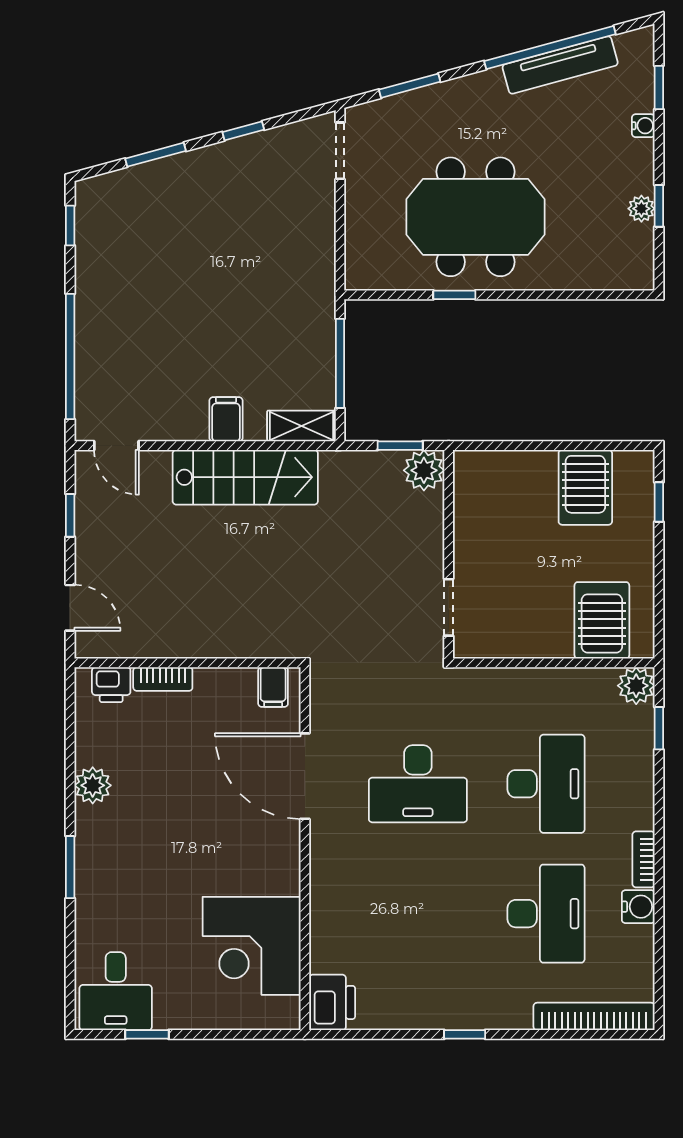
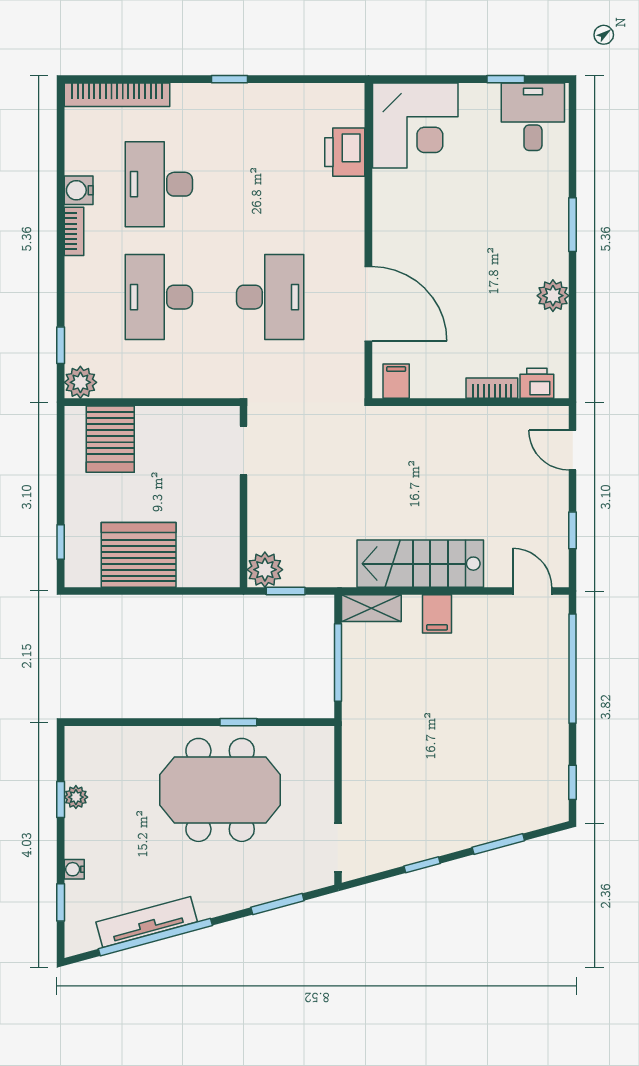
server rack: (585, 487) -> (139, 555), width x1.60
desk: (418, 784) -> (270, 297), turned 90
corner desk: (252, 946) -> (415, 125), moved, turned 90
printer: (332, 1002) -> (345, 152), moved

